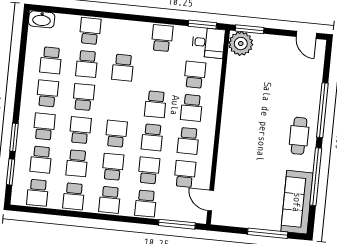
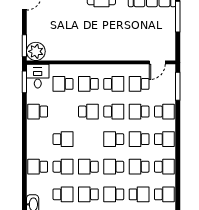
school desk: (192, 108) -> (88, 84), turned 180
school desk: (77, 163) -> (139, 167), turned 180

